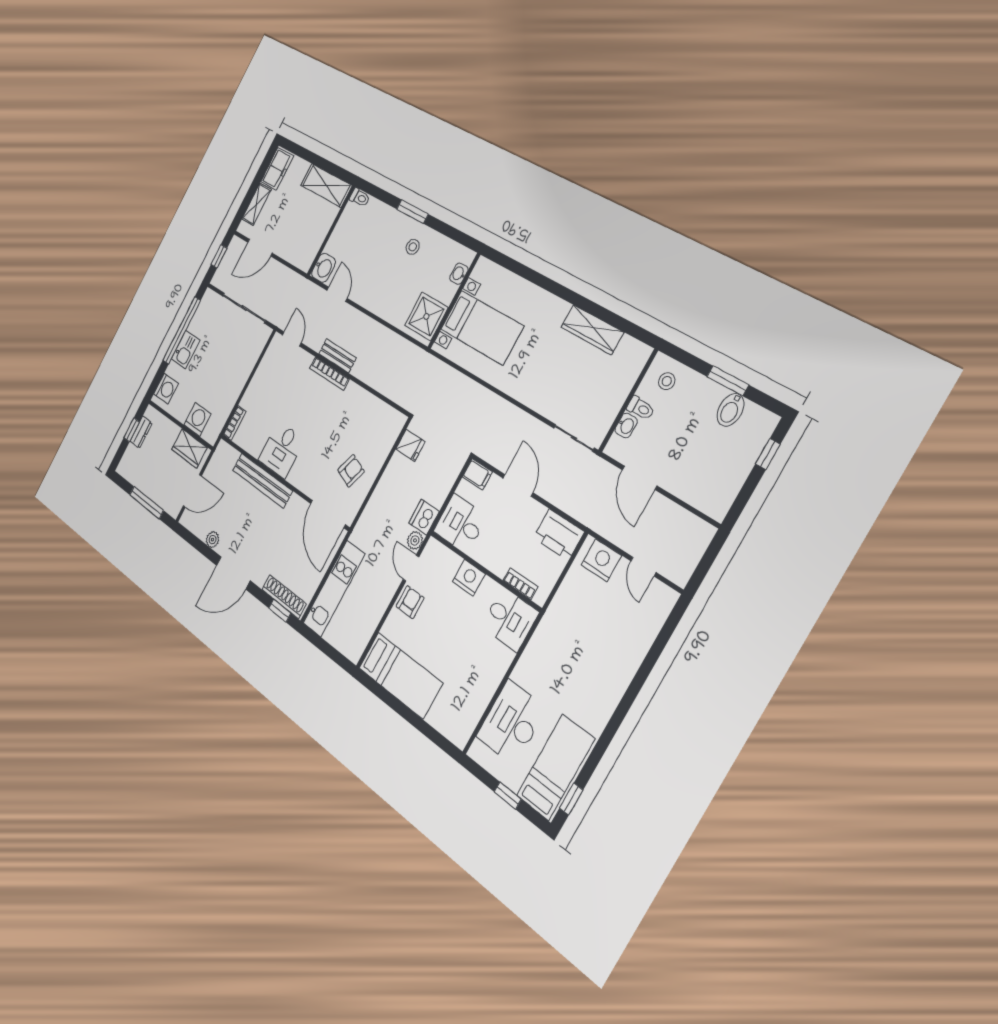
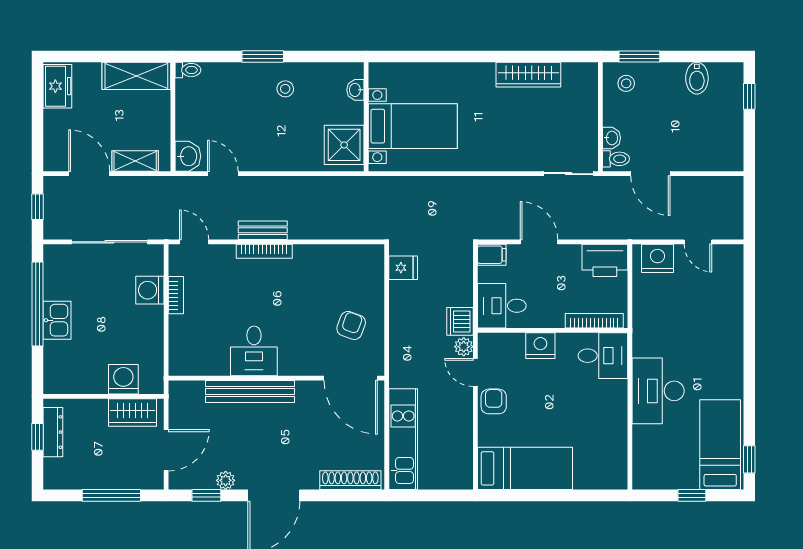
shelving: (256, 204) -> (135, 161), moved, turned 90
door: (260, 248) -> (89, 174), swing flipped
window: (728, 381) -> (639, 56), moved
washing machine: (166, 389) -> (150, 290), moved, turned 180
toilet: (641, 408) -> (616, 159), moved
bookcase: (235, 423) -> (176, 295), moved
dresser: (141, 432) -> (53, 432), width x1.44
bookcase: (520, 584) -> (594, 321), width x1.56
window: (280, 611) -> (206, 495), moved
desk: (511, 722) -> (658, 391), moved

